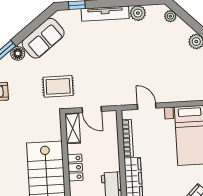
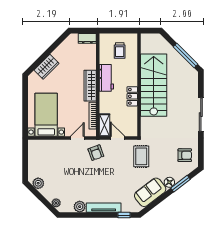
rug: (58, 86) -> (141, 156), turned 90
armchair: (120, 88) -> (96, 153), added
door: (147, 106) -> (77, 138), swing flipped
shelving: (73, 128) -> (105, 125), moved

